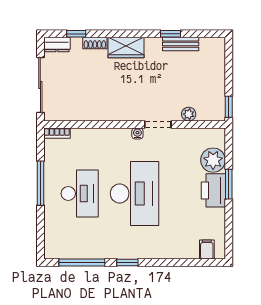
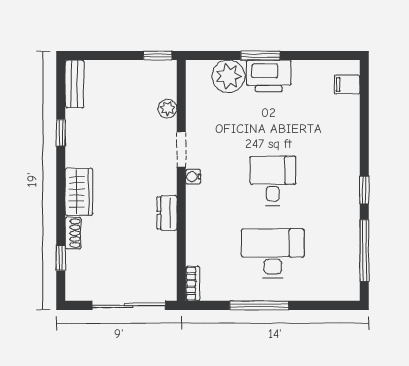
bench: (181, 44) -> (74, 84), moved
dresser: (57, 45) -> (167, 213), moved, turned 180
desk: (135, 193) -> (273, 180), width x0.53, depth x0.77

